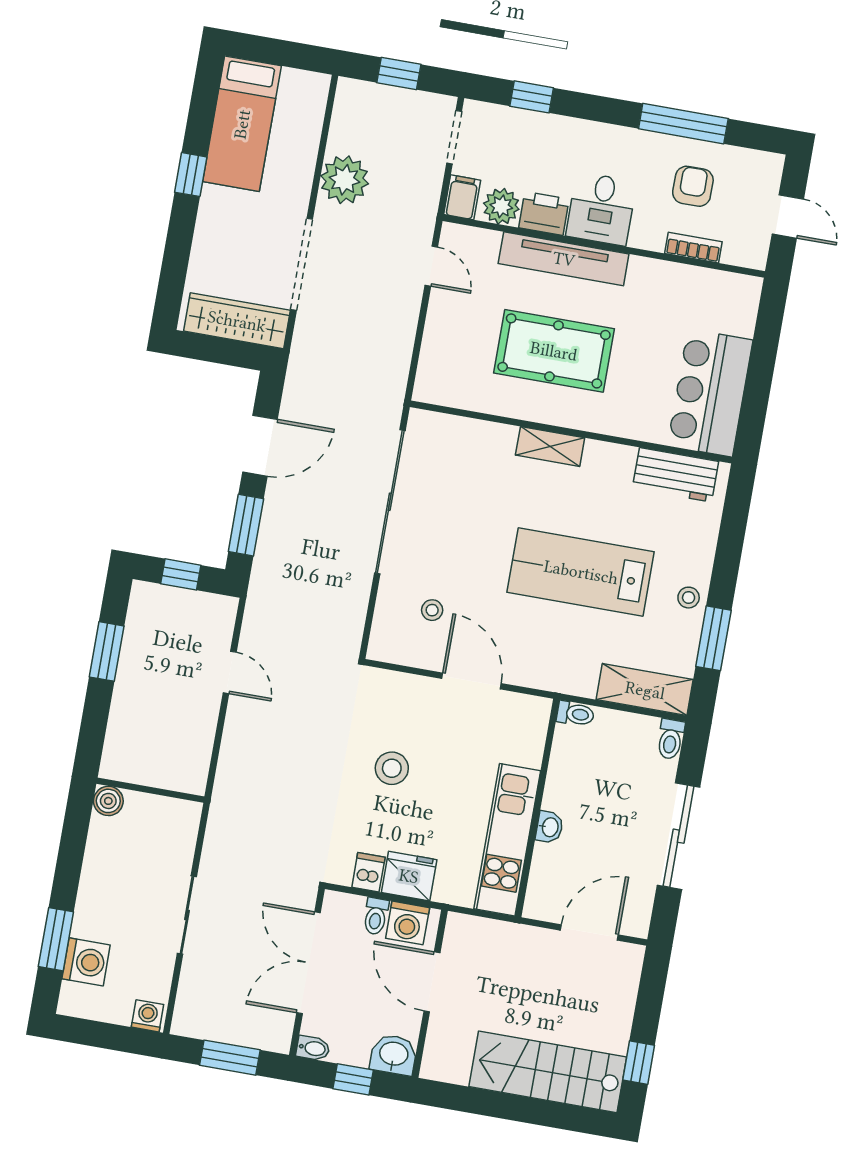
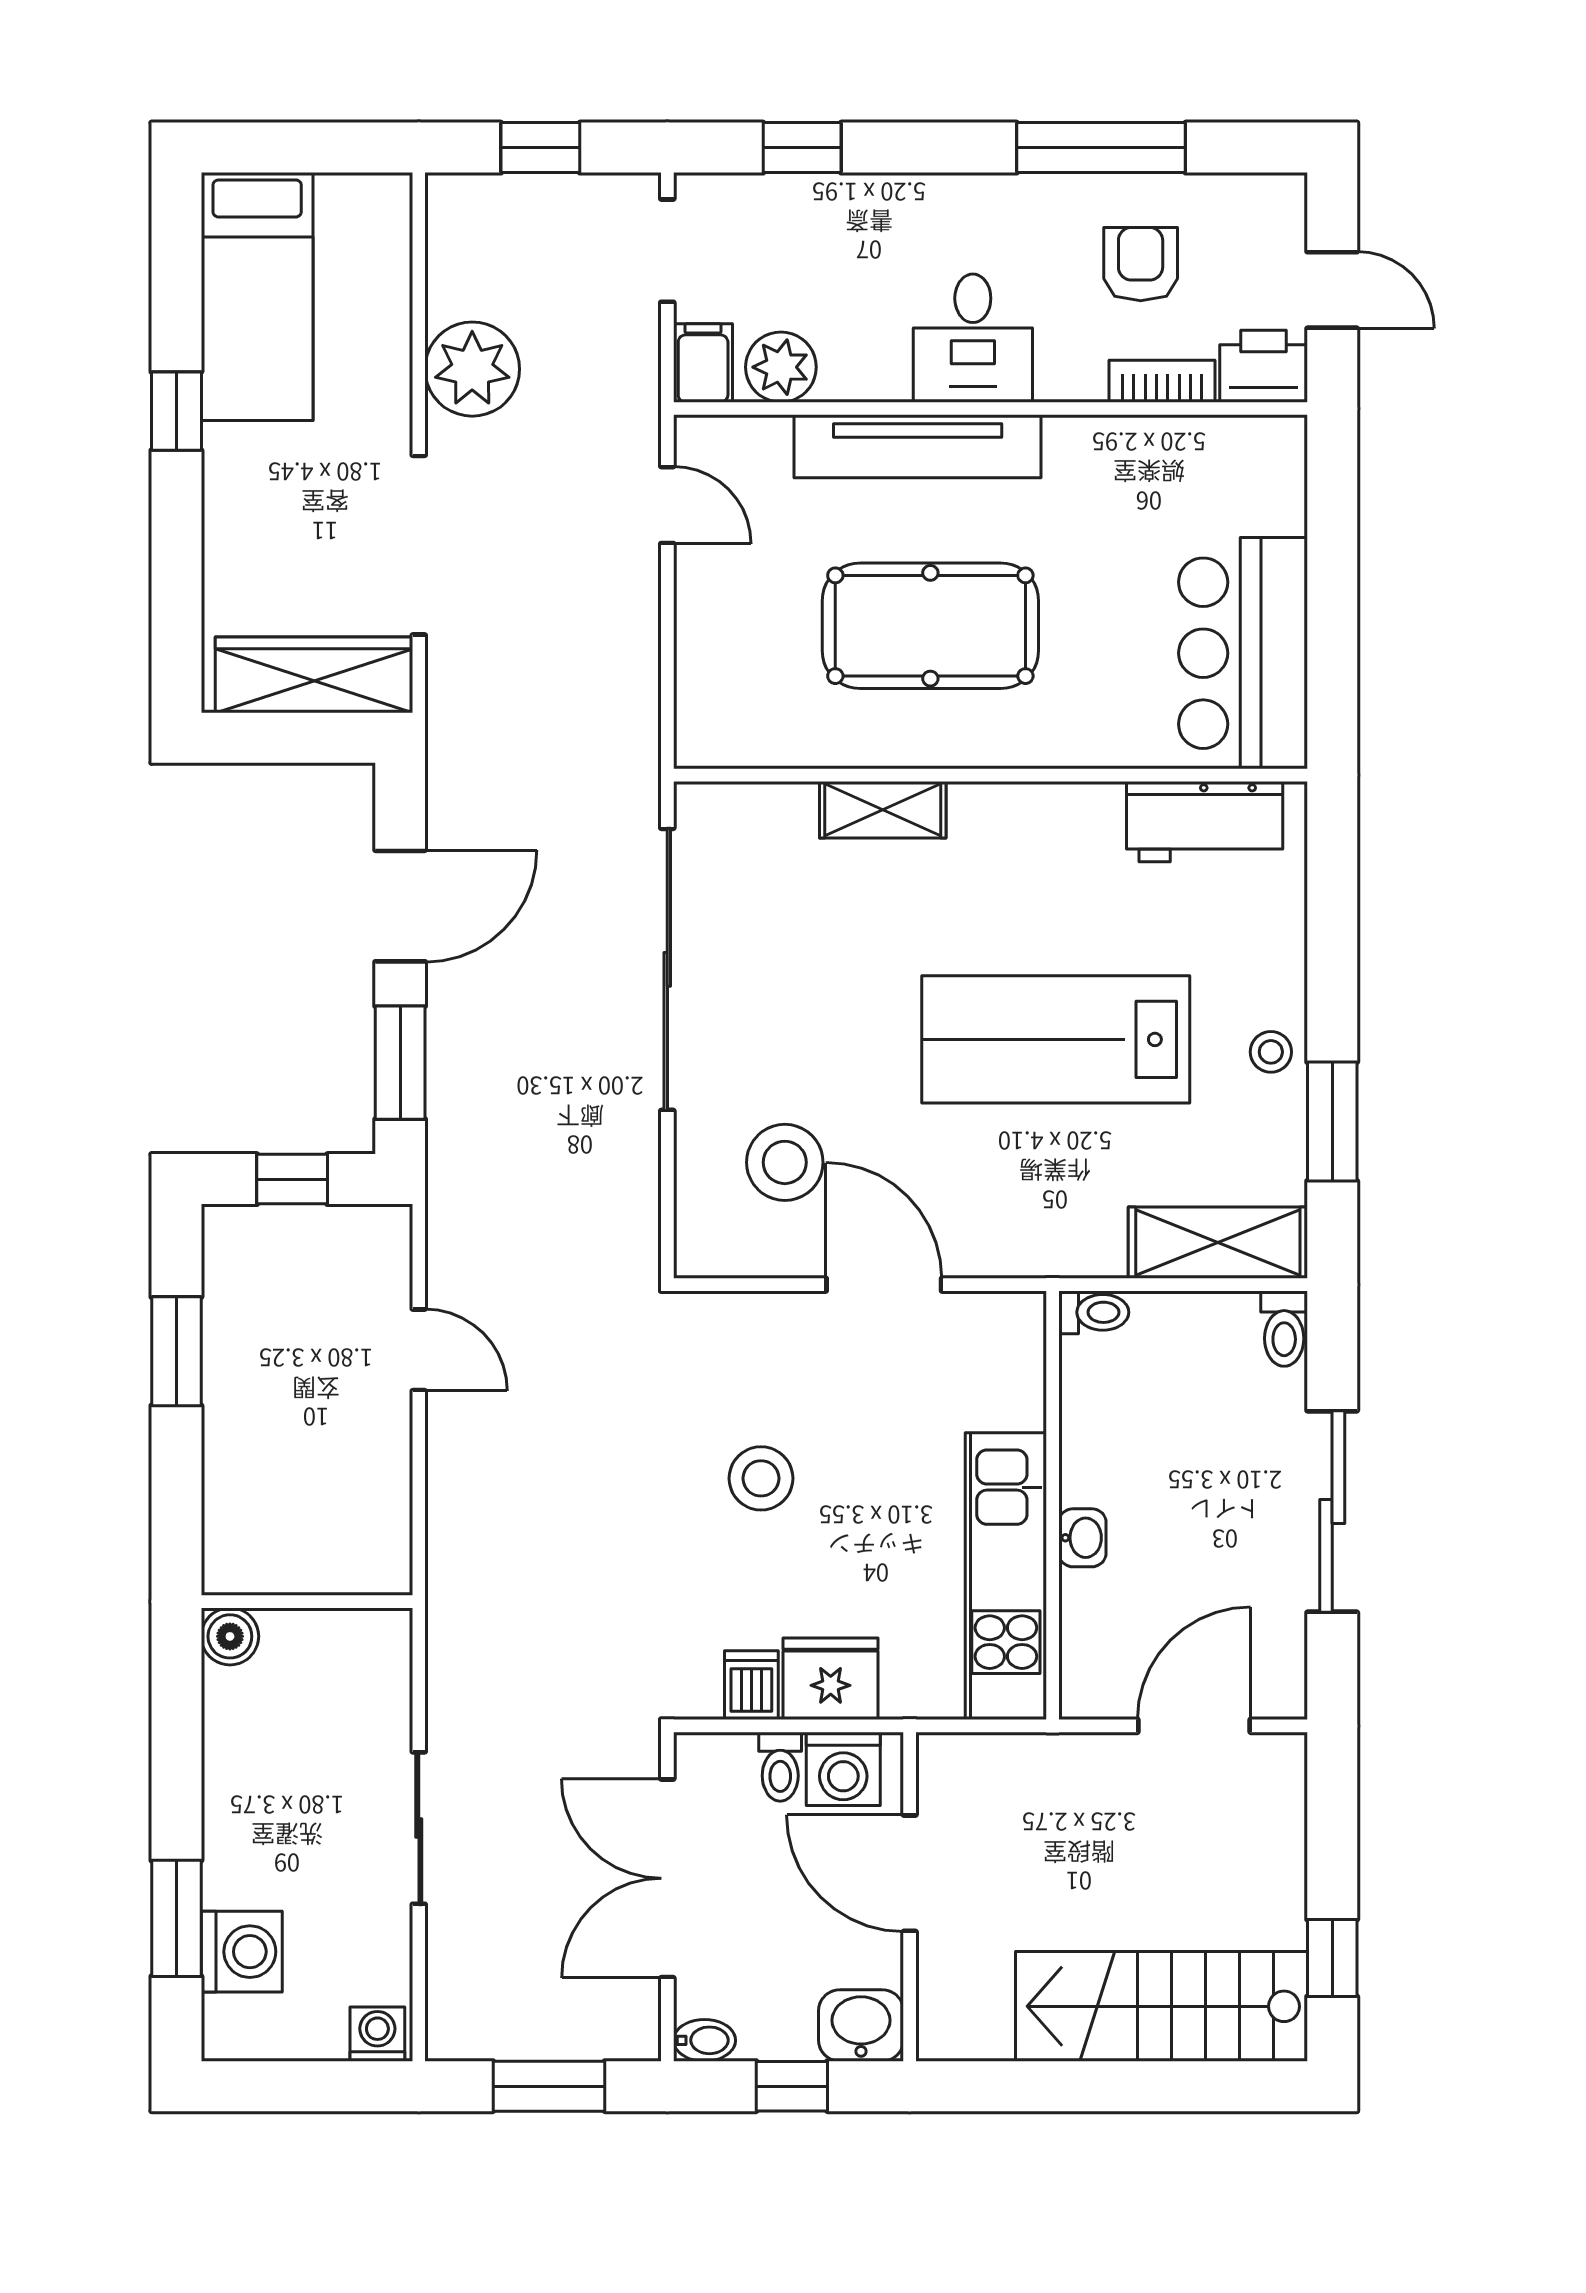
printer: (544, 213) -> (1264, 366), moved
shelving: (550, 446) -> (883, 810), moved
stool: (432, 610) -> (785, 1162), width x1.89, depth x1.89

